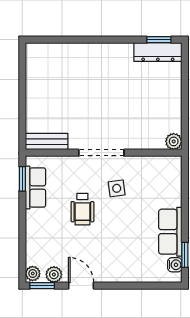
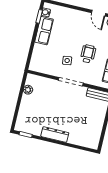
dresser: (158, 52) -> (55, 135), moved
plant: (174, 141) -> (28, 90), moved

